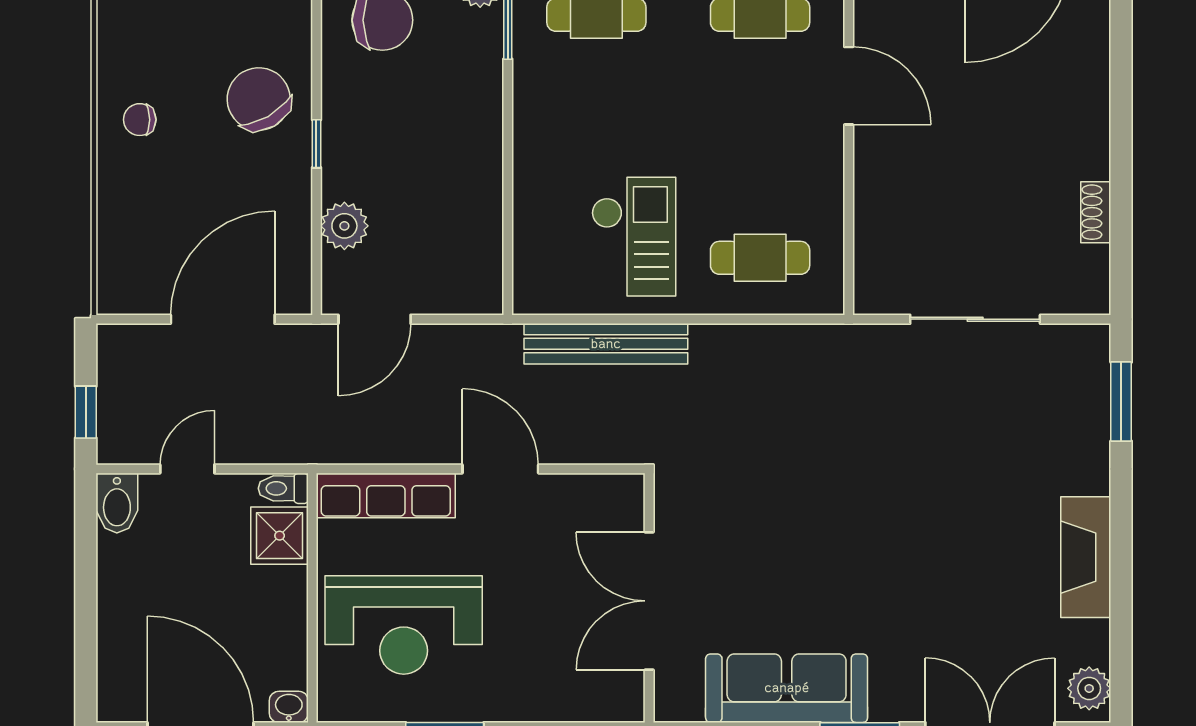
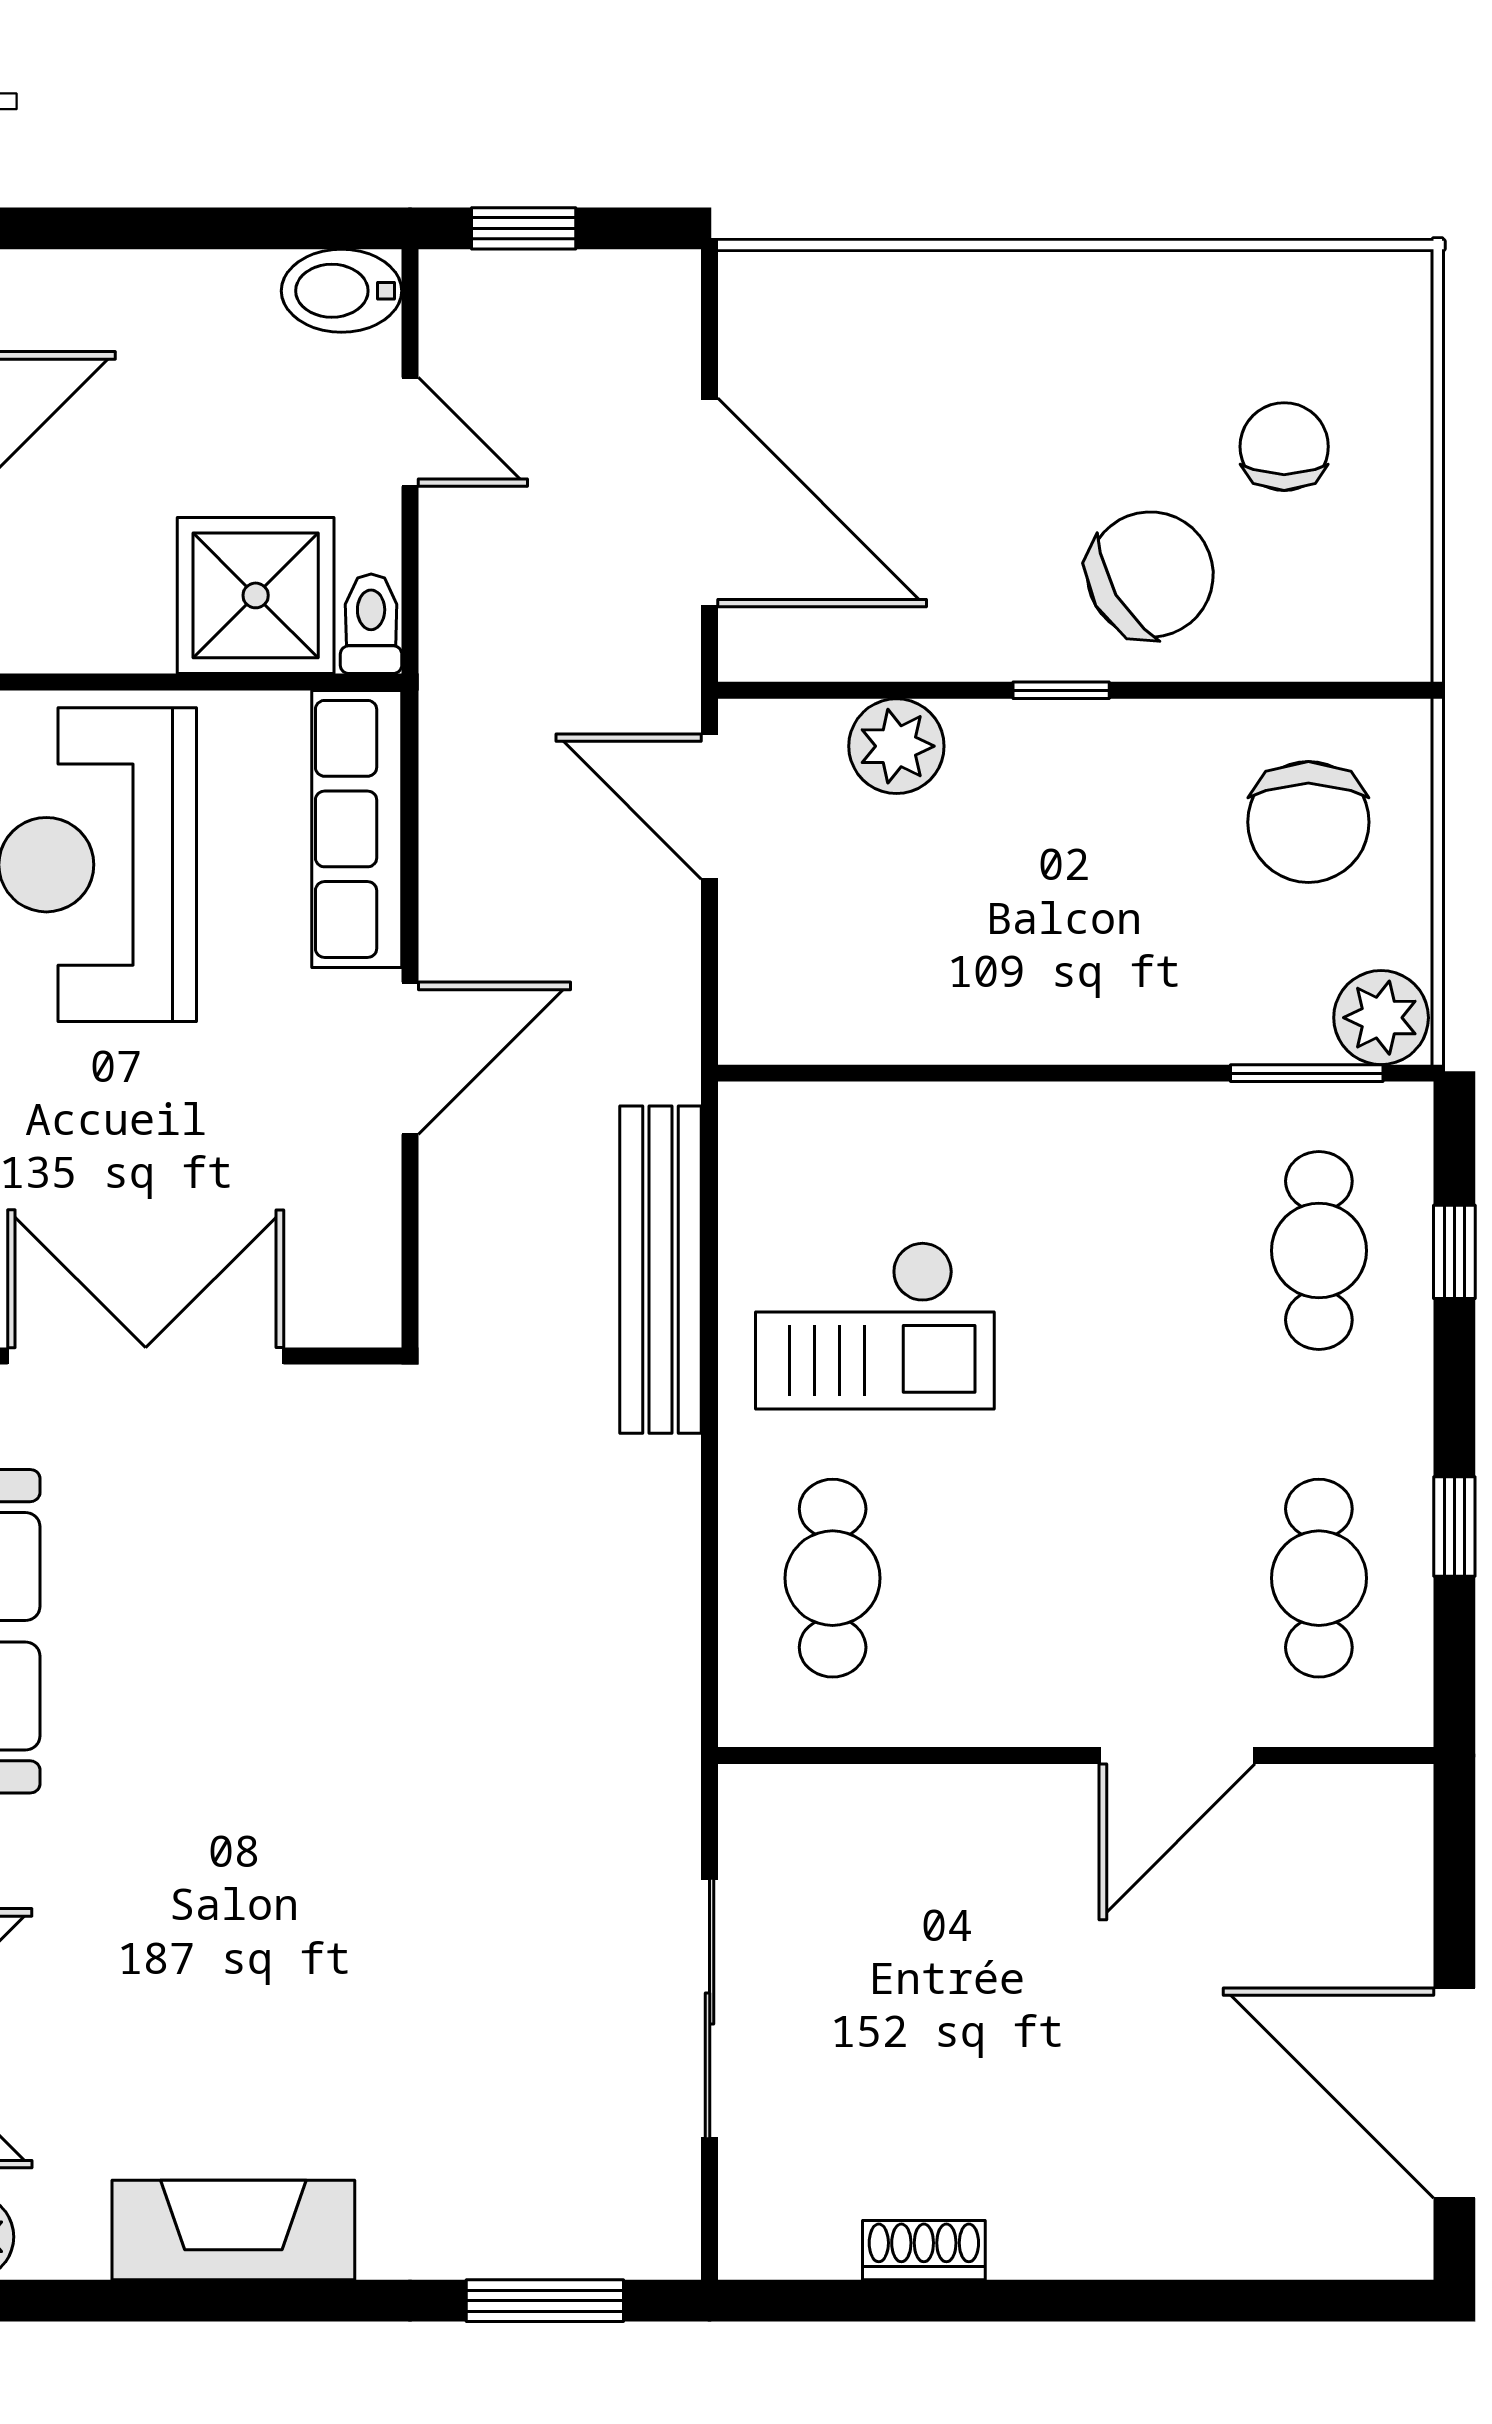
chair: (140, 120) -> (1284, 447), moved, width x1.37, depth x1.37
shower: (280, 536) -> (256, 595), width x1.36, depth x1.36

